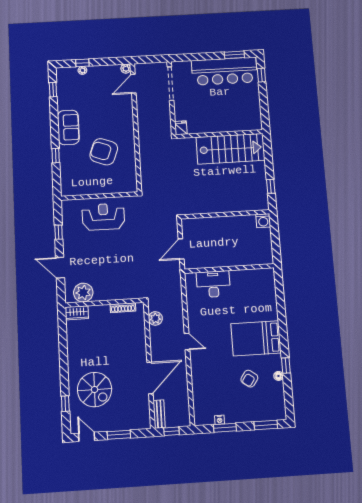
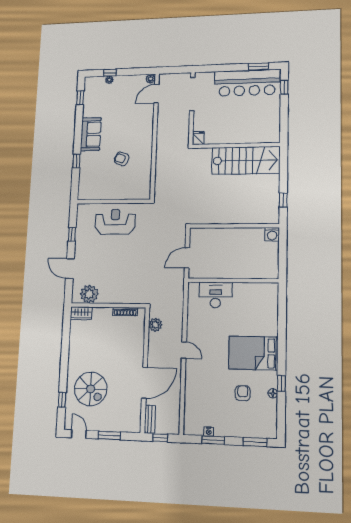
armchair: (104, 152) -> (122, 159), width x0.53, depth x0.53
armchair: (249, 379) -> (243, 393), turned 145

